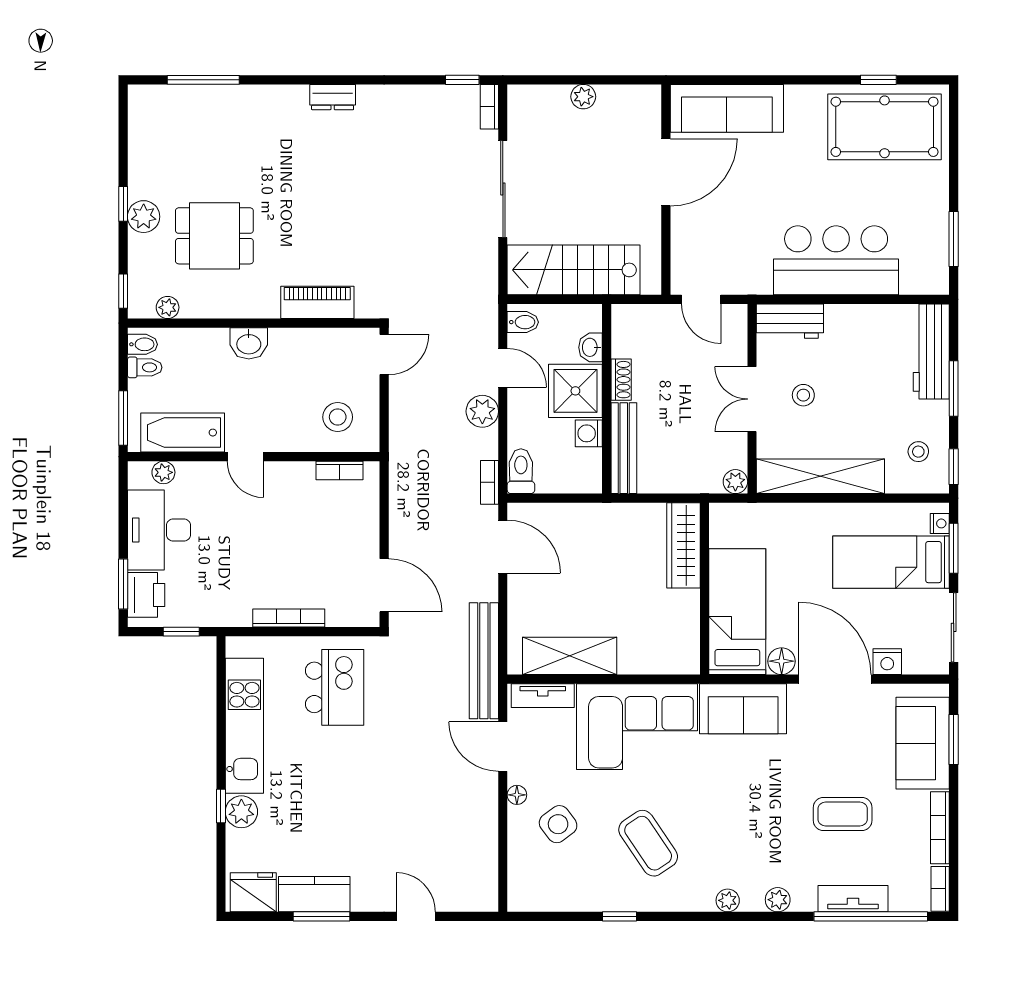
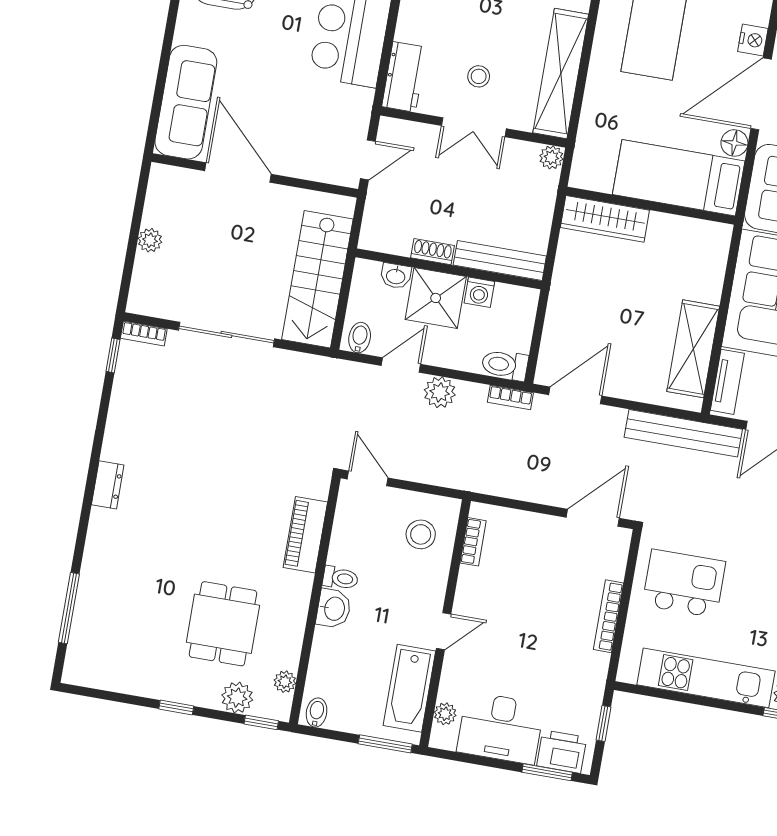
plant: (144, 217) -> (237, 698), moved
toilet: (145, 367) -> (340, 578), moved, turned 90

